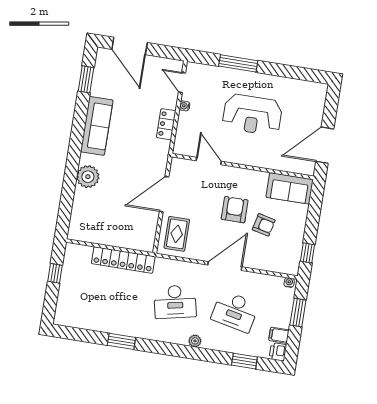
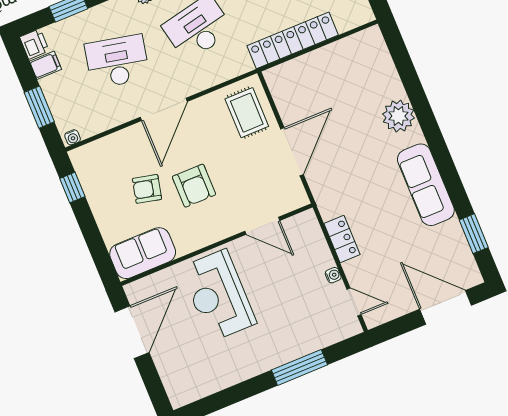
reception desk: (252, 115) -> (218, 295), moved, turned -90

